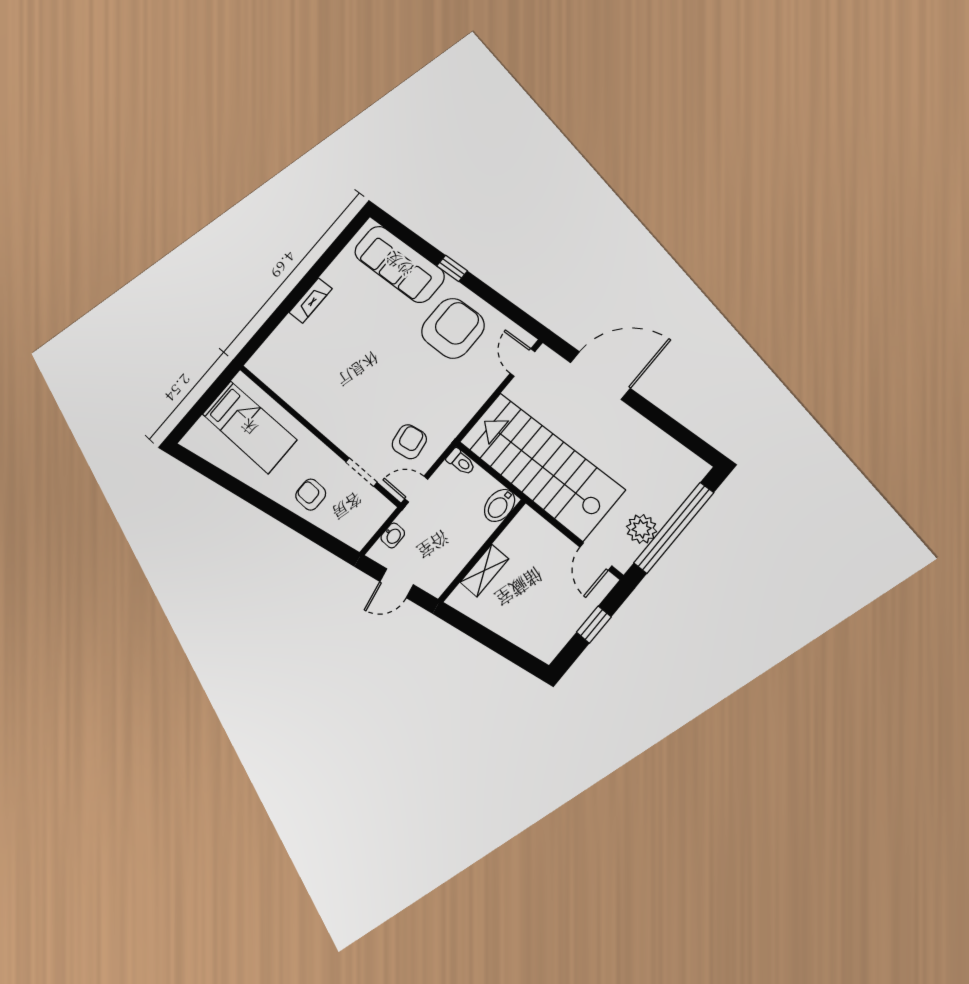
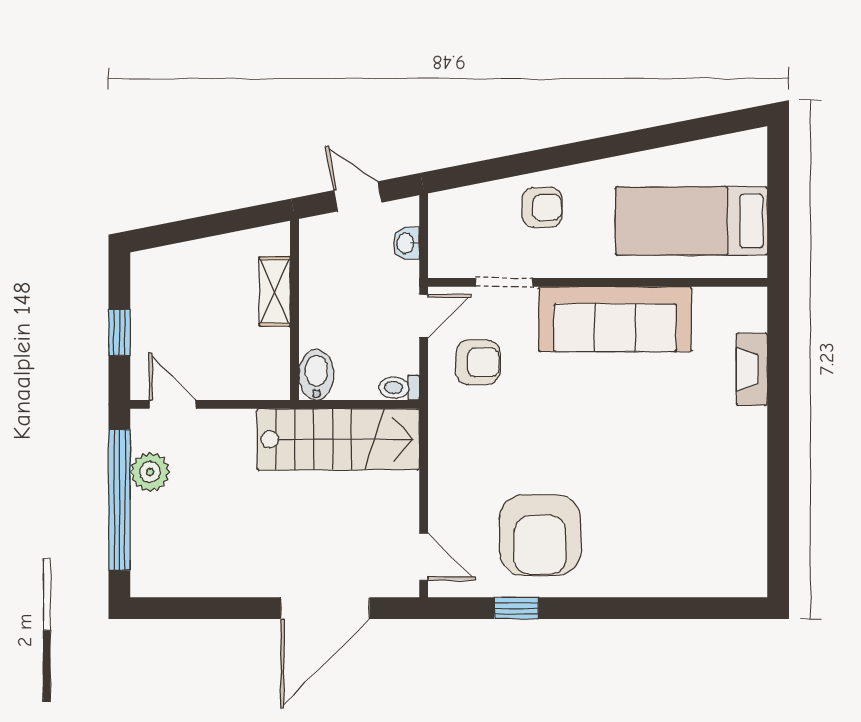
sofa: (399, 264) -> (615, 319), moved, turned 180
window: (452, 268) -> (516, 608), moved
fireplace: (311, 301) -> (752, 369), moved
armchair: (409, 442) -> (478, 362), turned -81
stairs: (540, 465) -> (338, 439), width x0.73, depth x0.66
door: (397, 583) -> (358, 196), hinge flipped

